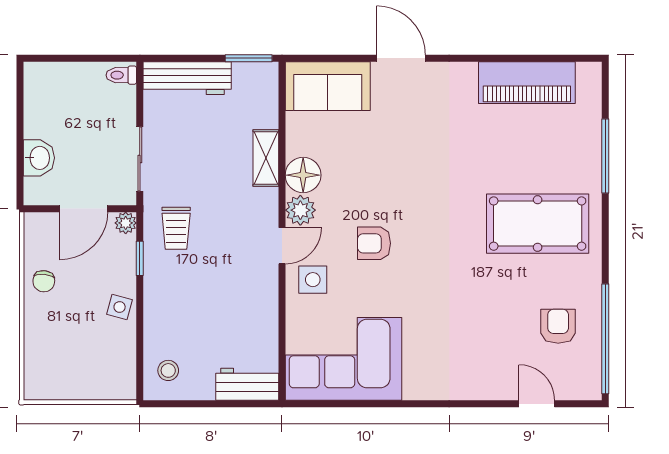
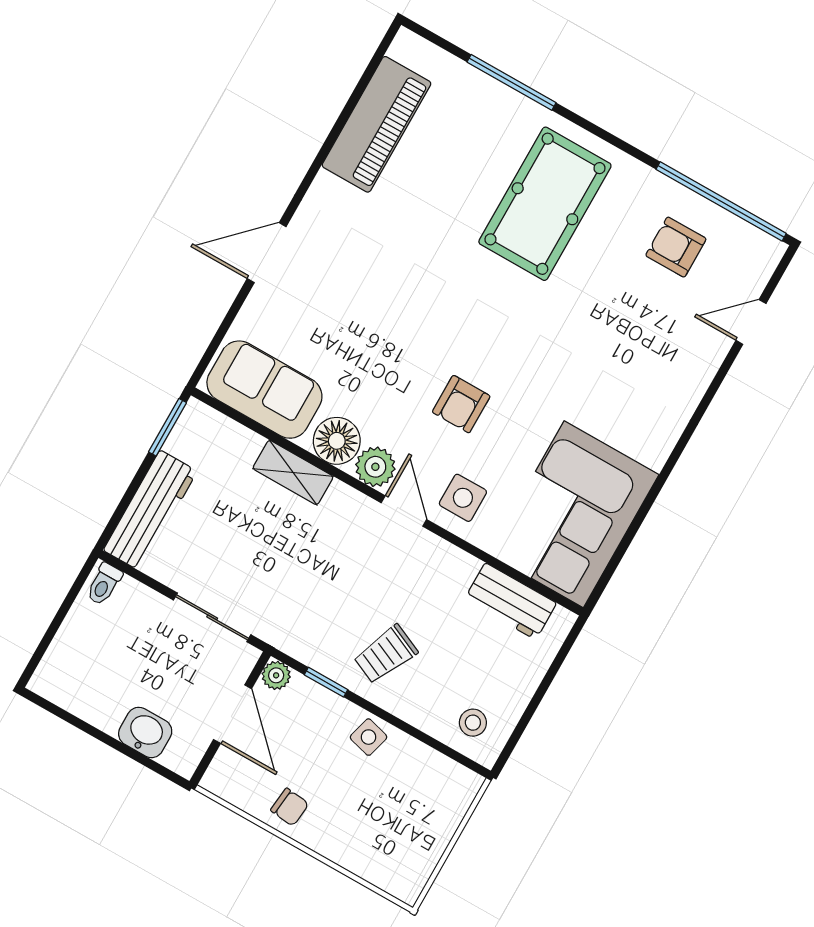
sofa: (328, 86) -> (264, 390), moved, turned -90
trolley: (176, 228) -> (386, 654), moved, turned 114
workbench: (247, 384) -> (510, 601), moved, turned -90

